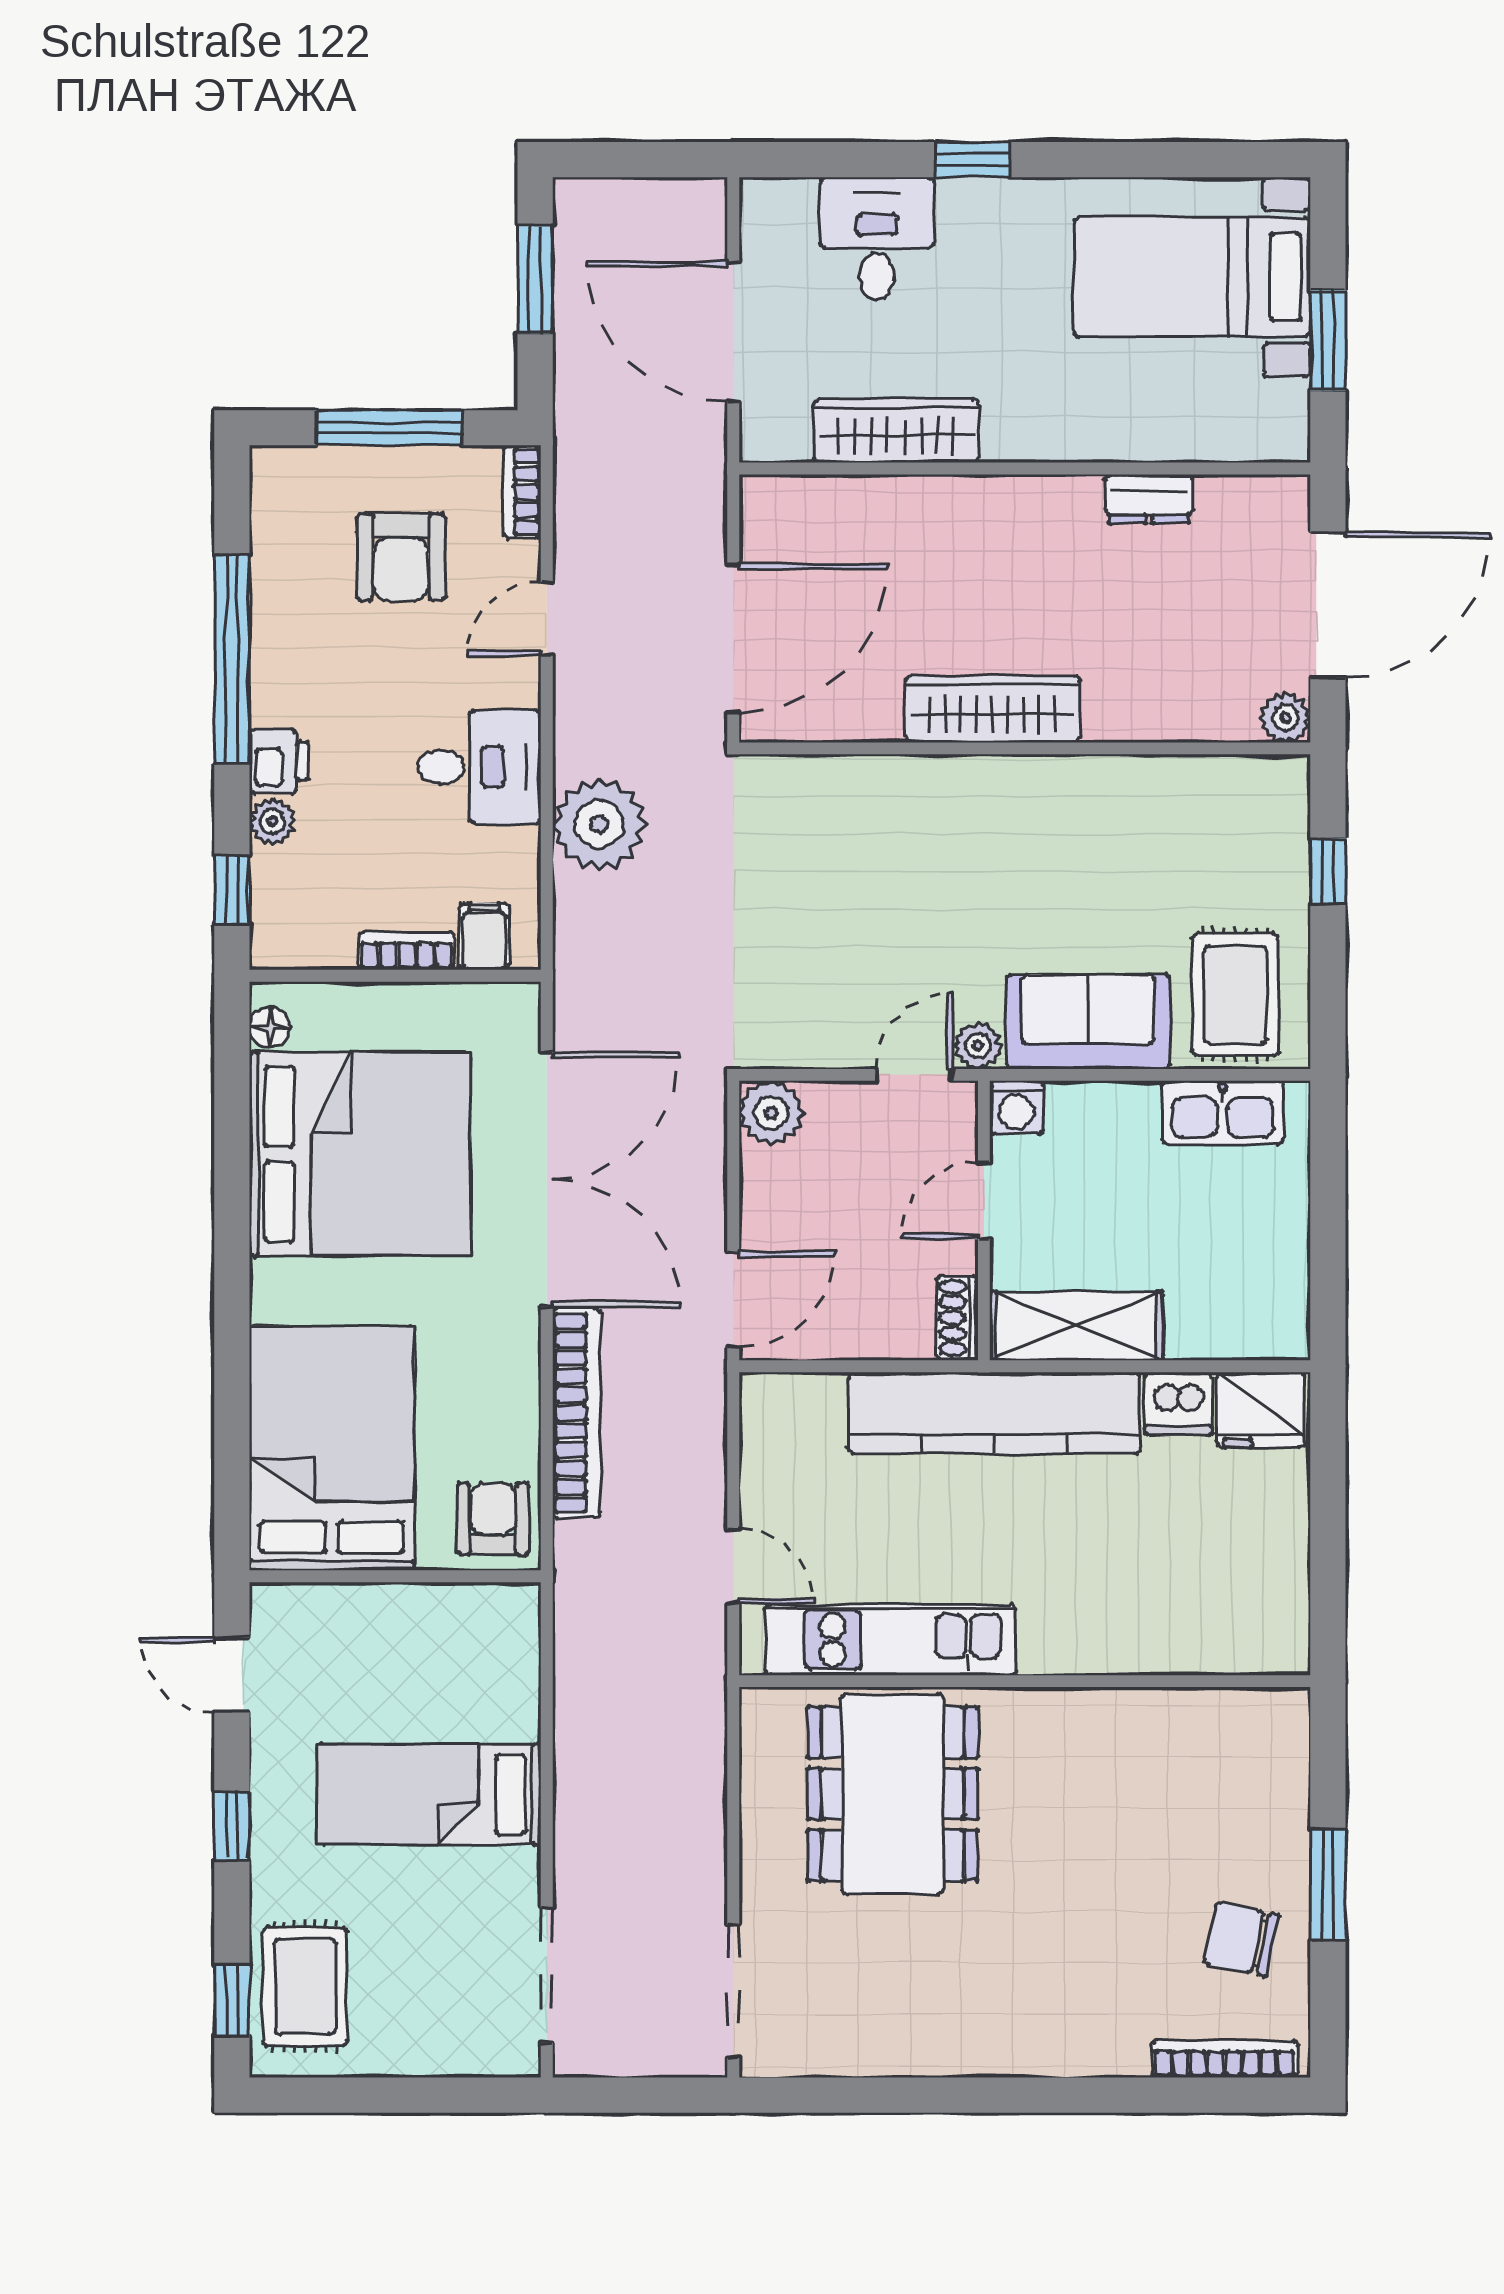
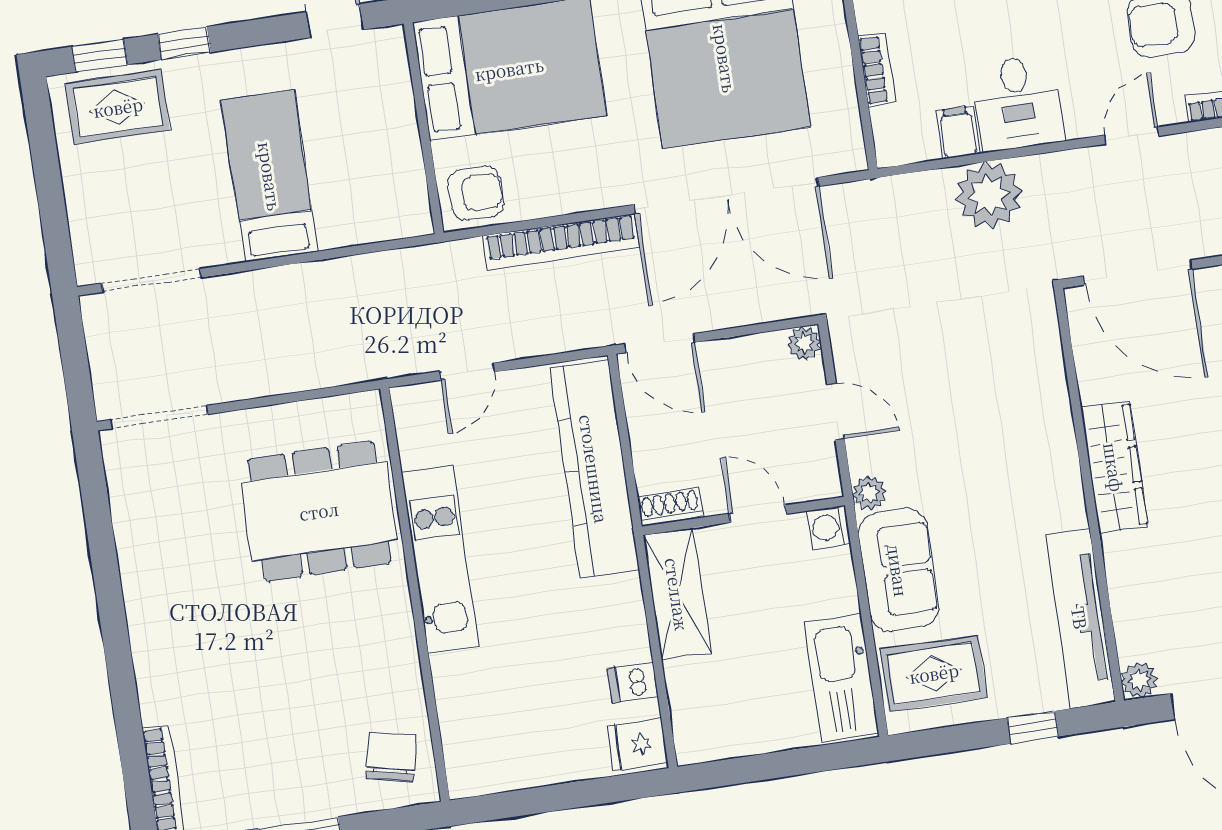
door: (547, 619) -> (1132, 136), hinge flipped
tv unit: (1190, 785) -> (1080, 618), added
filing cabinet: (484, 936) -> (958, 132), moved, turned -90
door: (914, 1075) -> (836, 412), moved
plant: (771, 1113) -> (804, 343), width x0.73, depth x0.73
kitchen sink: (1223, 1113) -> (841, 678), width x1.36, depth x1.24
dishwasher: (1178, 1404) -> (633, 683), width x0.73
fridge: (1260, 1410) -> (637, 745), width x0.72
kitchen counter: (994, 1413) -> (594, 469), moved
kitchen unit: (890, 1640) -> (440, 559), moved
window: (232, 1826) -> (184, 43), moved
chair: (1242, 1939) -> (391, 757), moved

